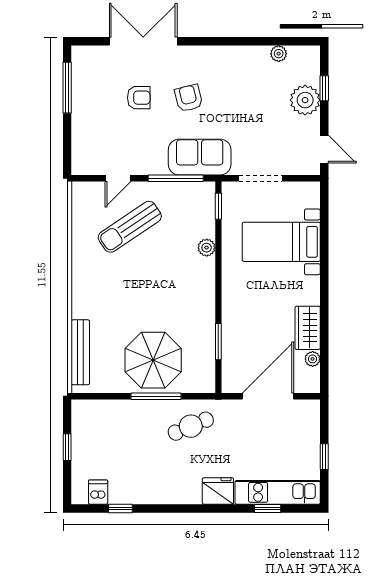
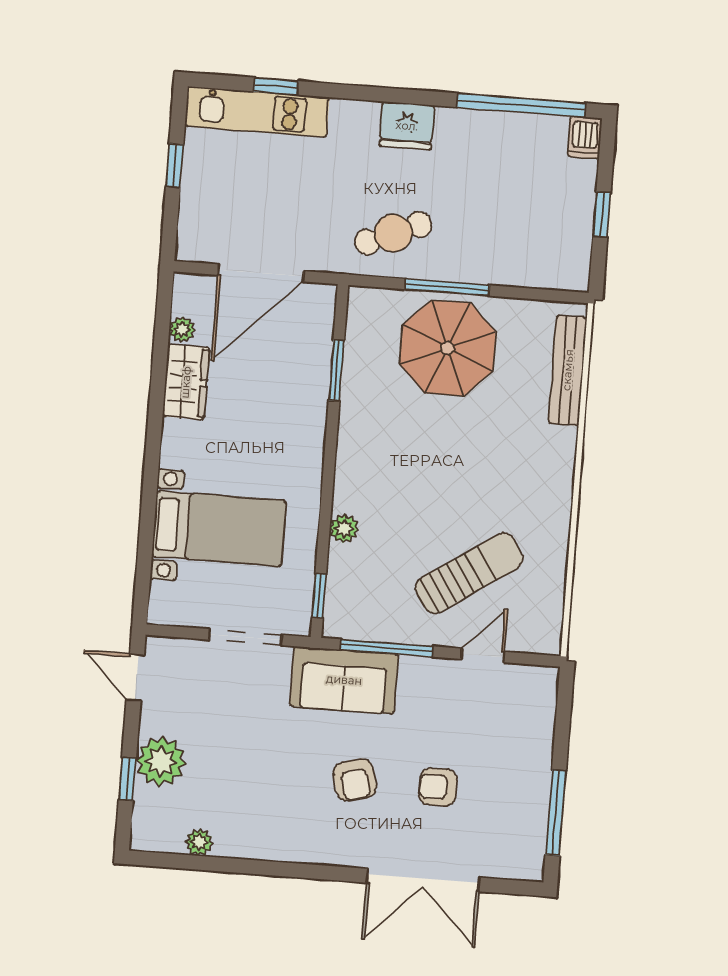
fridge: (218, 491) -> (407, 126), moved
dishwasher: (98, 492) -> (585, 137), moved
window: (120, 508) -> (521, 105), width x3.17

